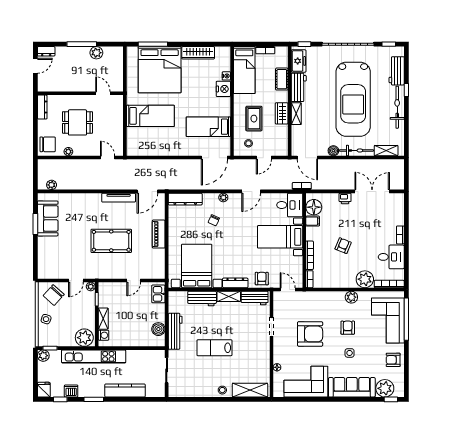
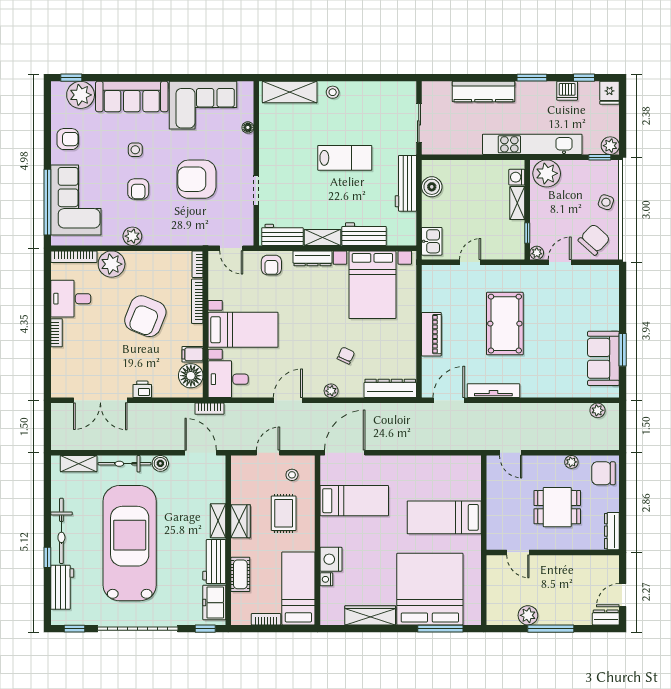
pool table: (111, 241) -> (505, 324), turned 90
armchair: (343, 246) -> (145, 316), width x1.88, depth x1.88

